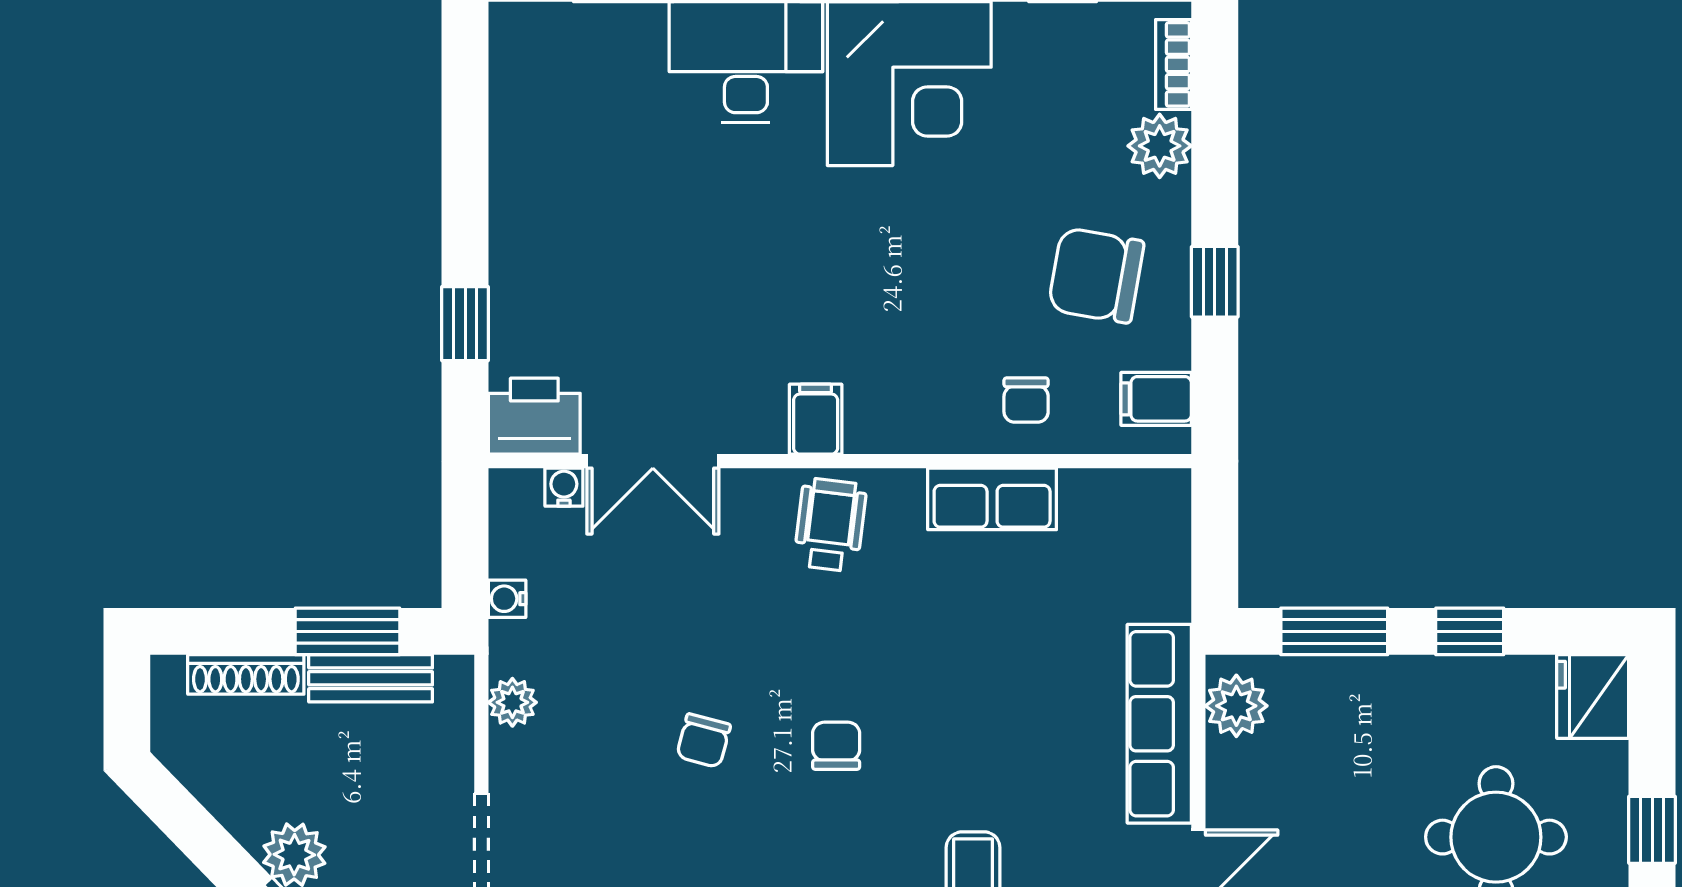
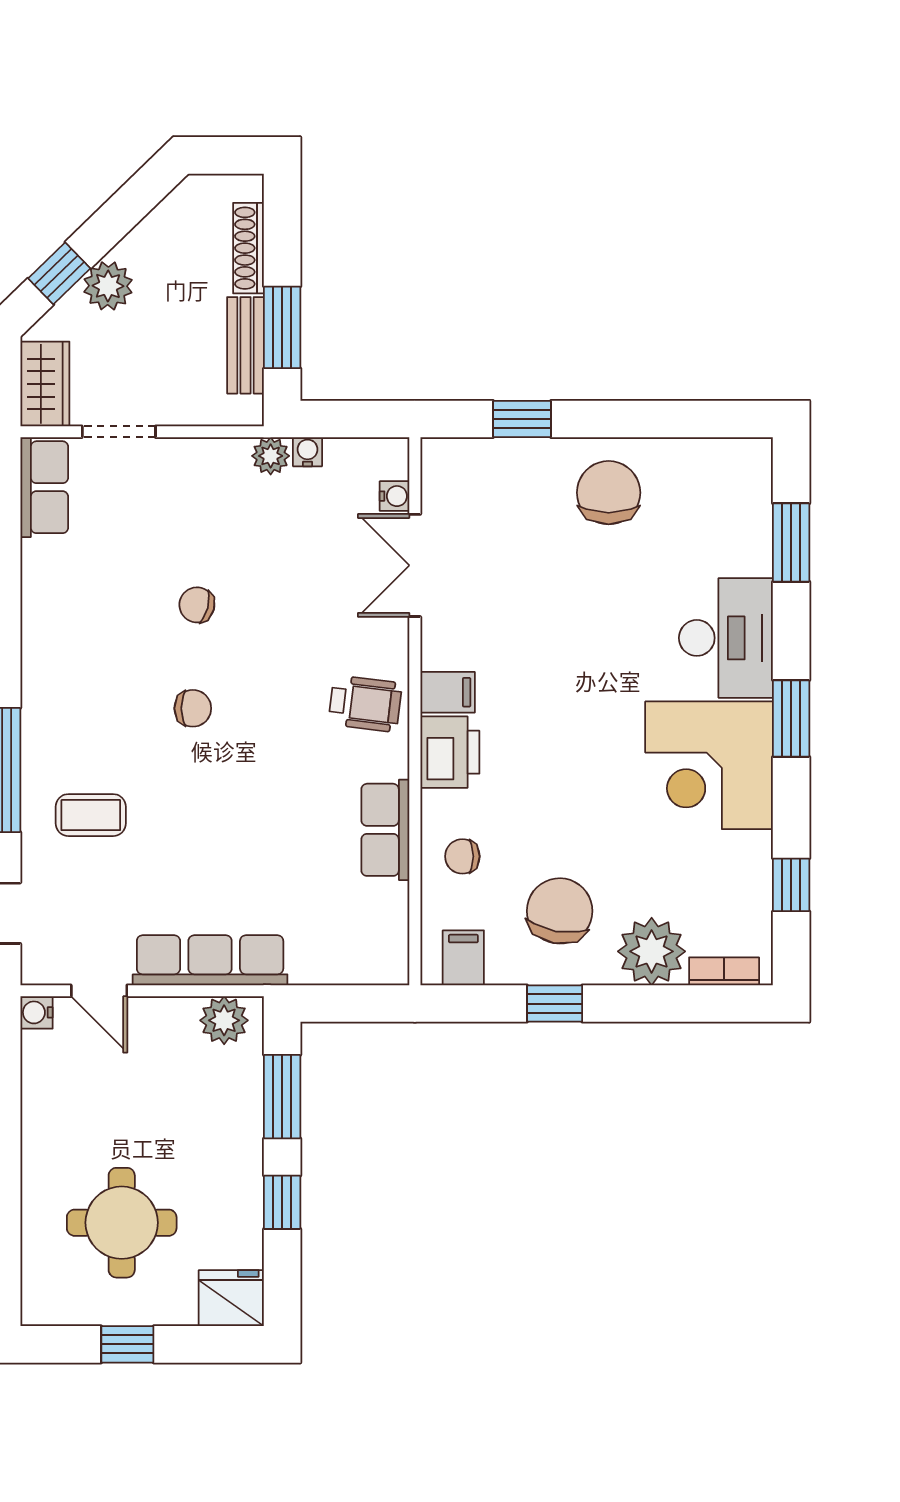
plant: (1160, 146) -> (652, 951), width x1.36, depth x1.36
chair: (560, 213) -> (609, 493), added
printer: (534, 416) -> (450, 752), moved
plant: (512, 702) -> (271, 456), moved

